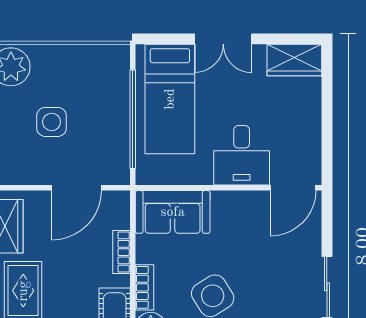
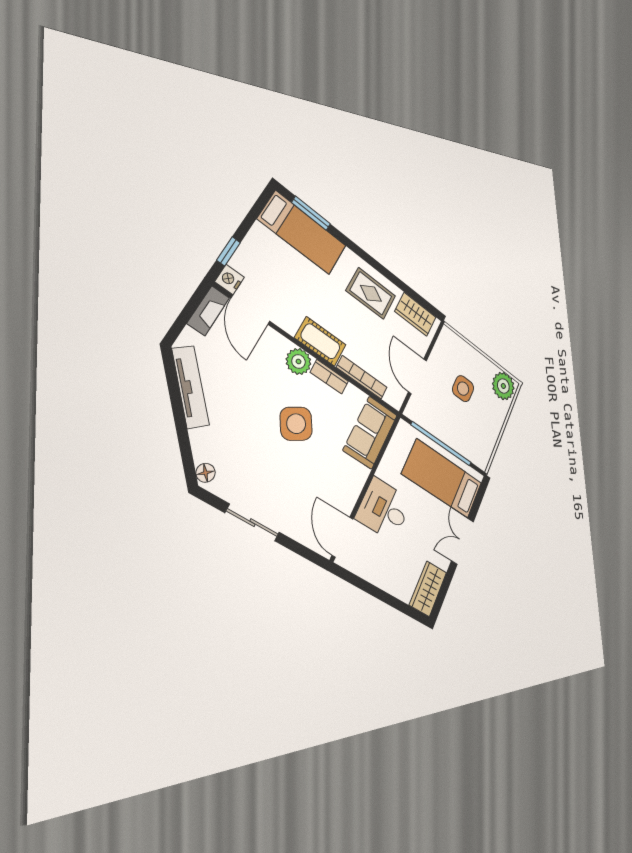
bookcase: (121, 252) -> (362, 377), width x1.56

